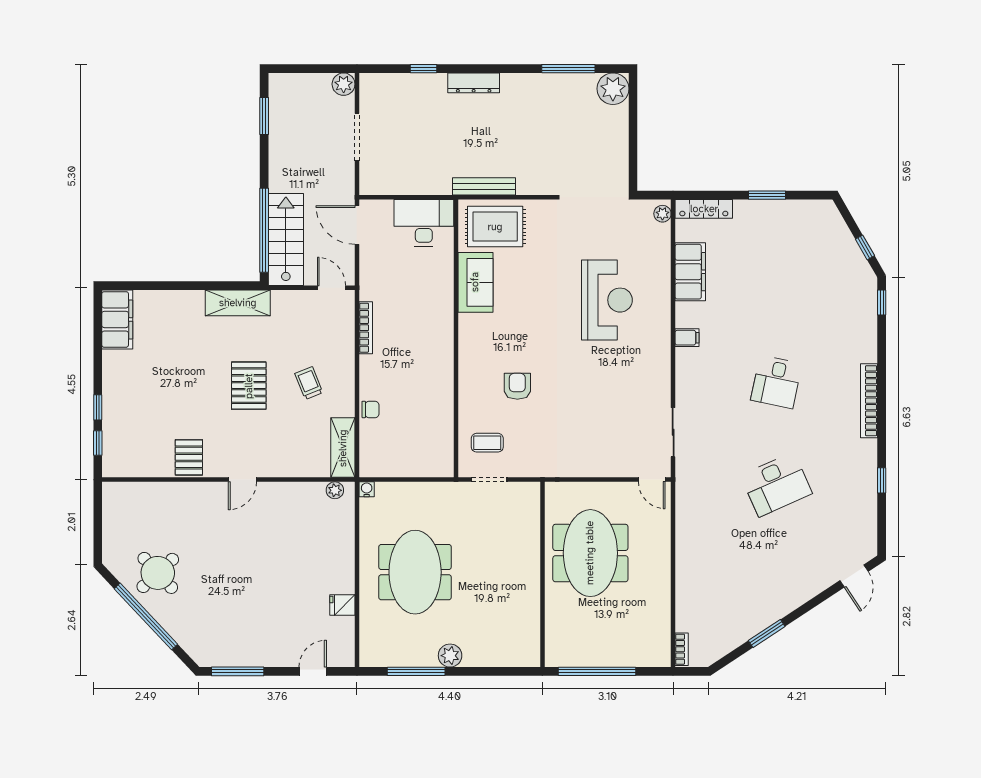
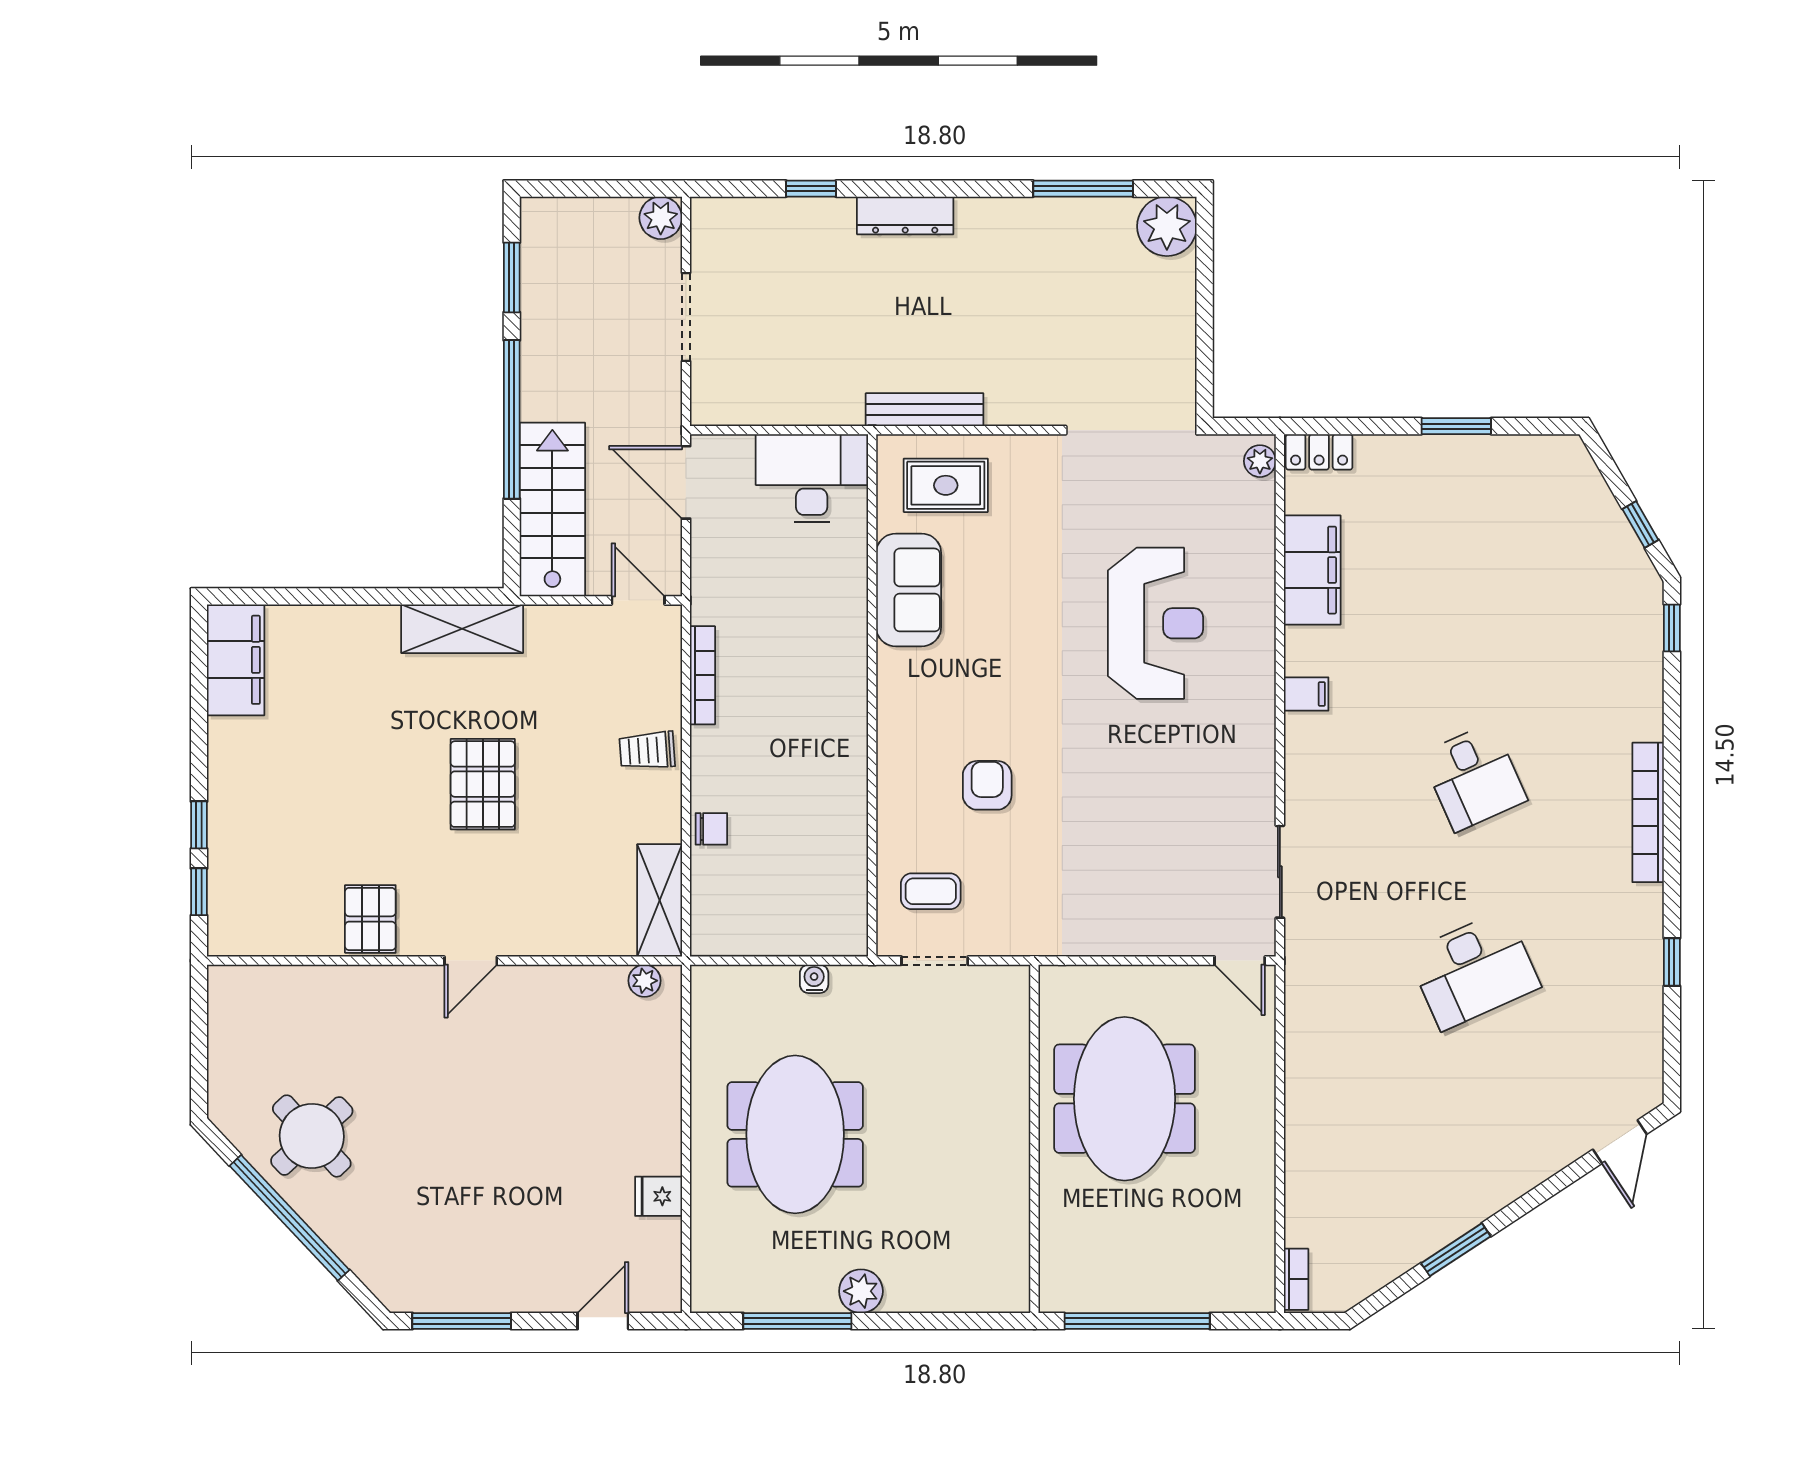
locker: (704, 209) -> (1319, 452), width x0.66
rug: (495, 227) -> (946, 485), width x0.73, depth x0.70
window: (264, 230) -> (512, 419), moved
desk: (776, 382) -> (1474, 777), turned -36
trolley: (309, 383) -> (647, 750), moved, turned -72
water cooler: (367, 489) -> (814, 979), moved

